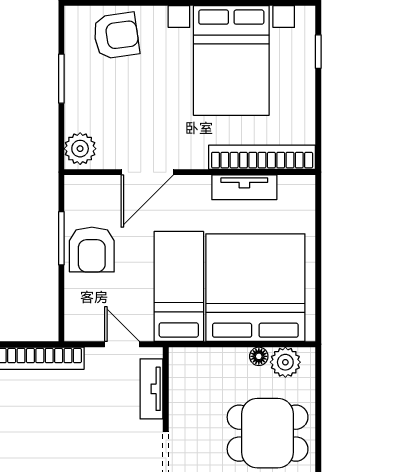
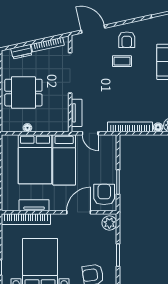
armchair: (92, 250) -> (104, 194), moved
bed: (255, 288) -> (35, 159), width x0.73
plant: (285, 362) -> (15, 125), removed

